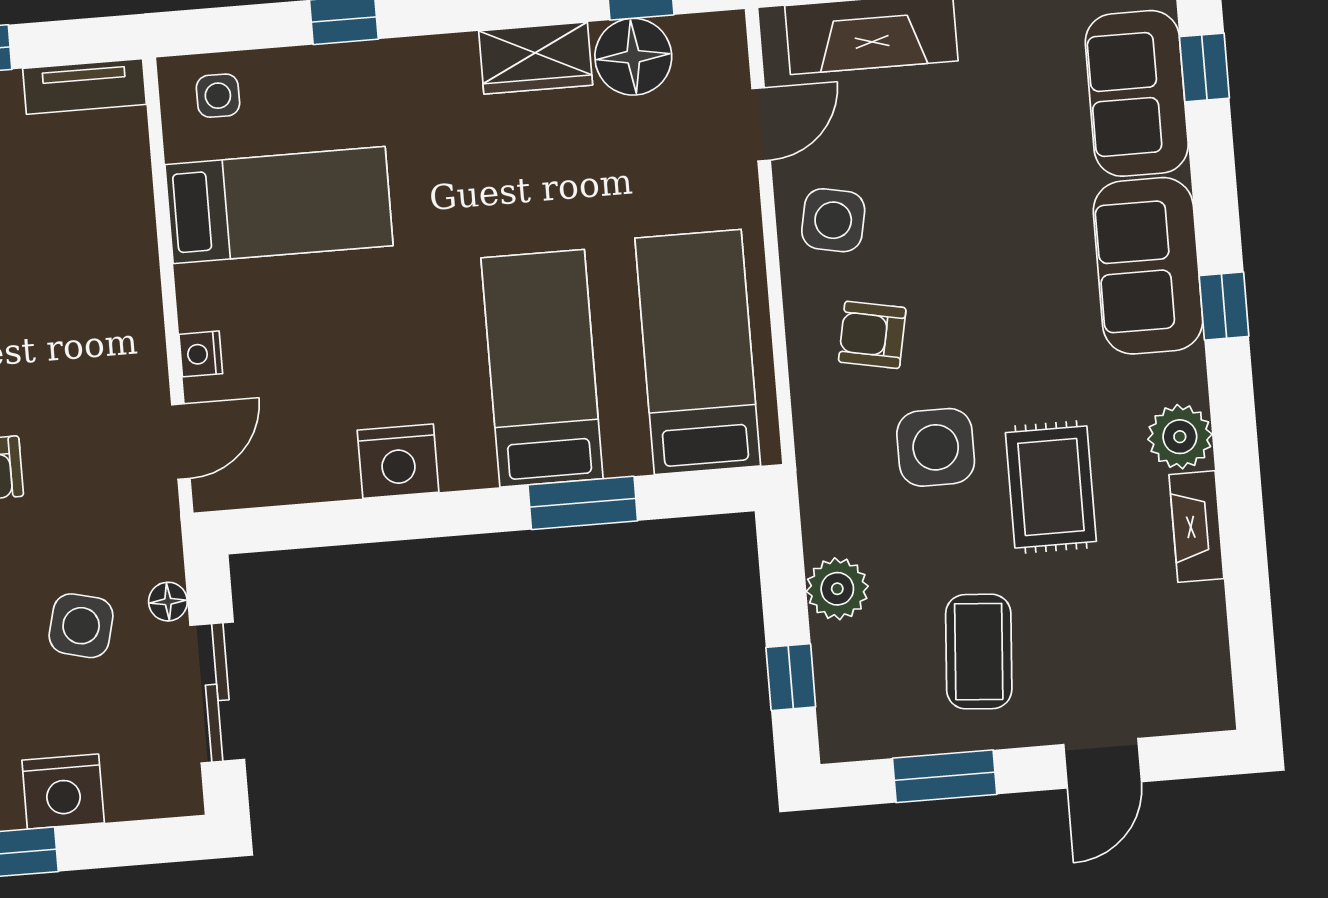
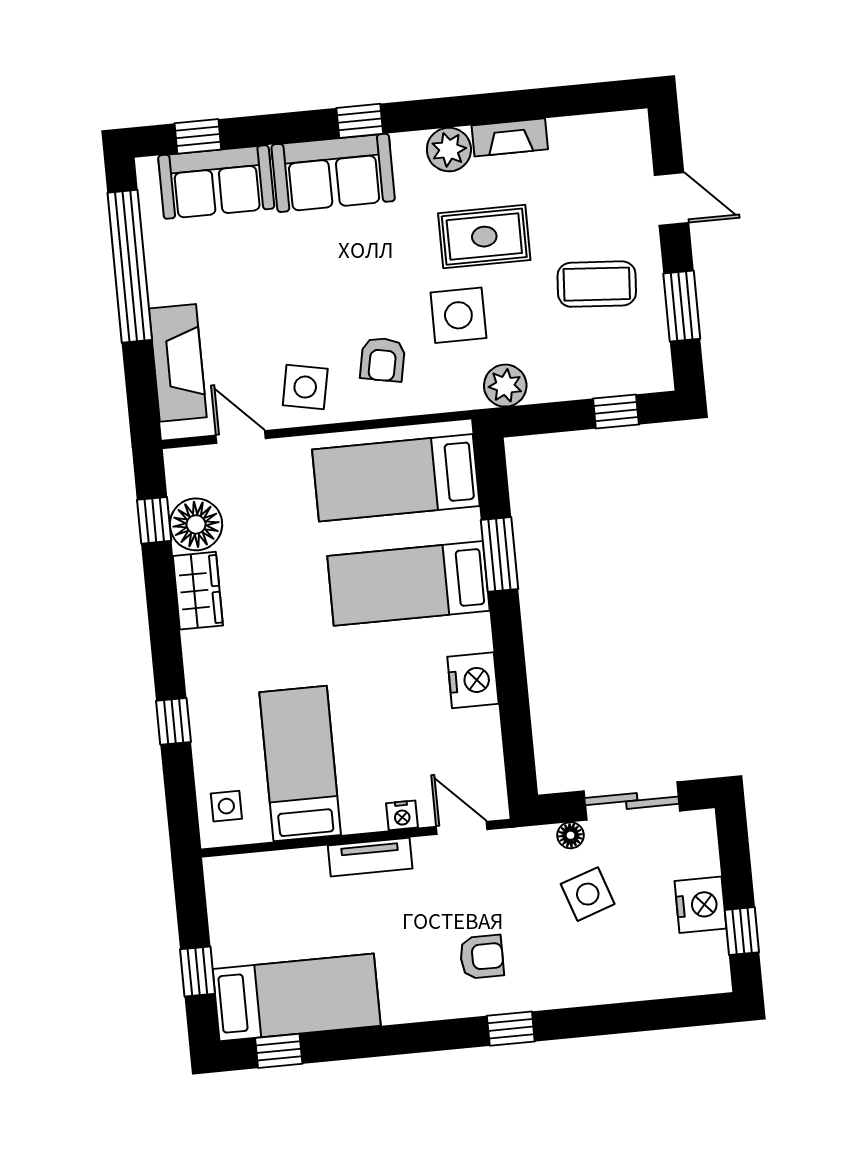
tv unit: (85, 86) -> (370, 857), moved, turned 90
plant: (837, 589) -> (505, 386), moved
side table: (81, 626) -> (588, 894), turned -33

